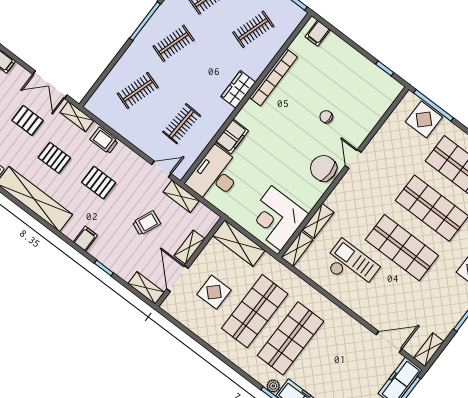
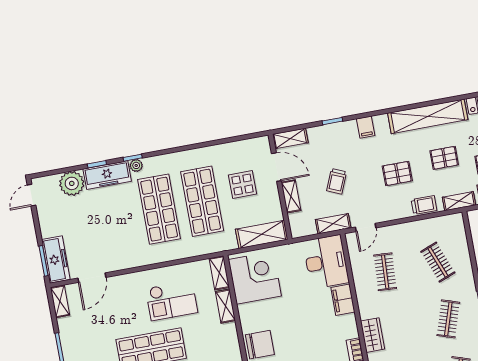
clothes rail: (138, 90) -> (438, 262), turned -39

